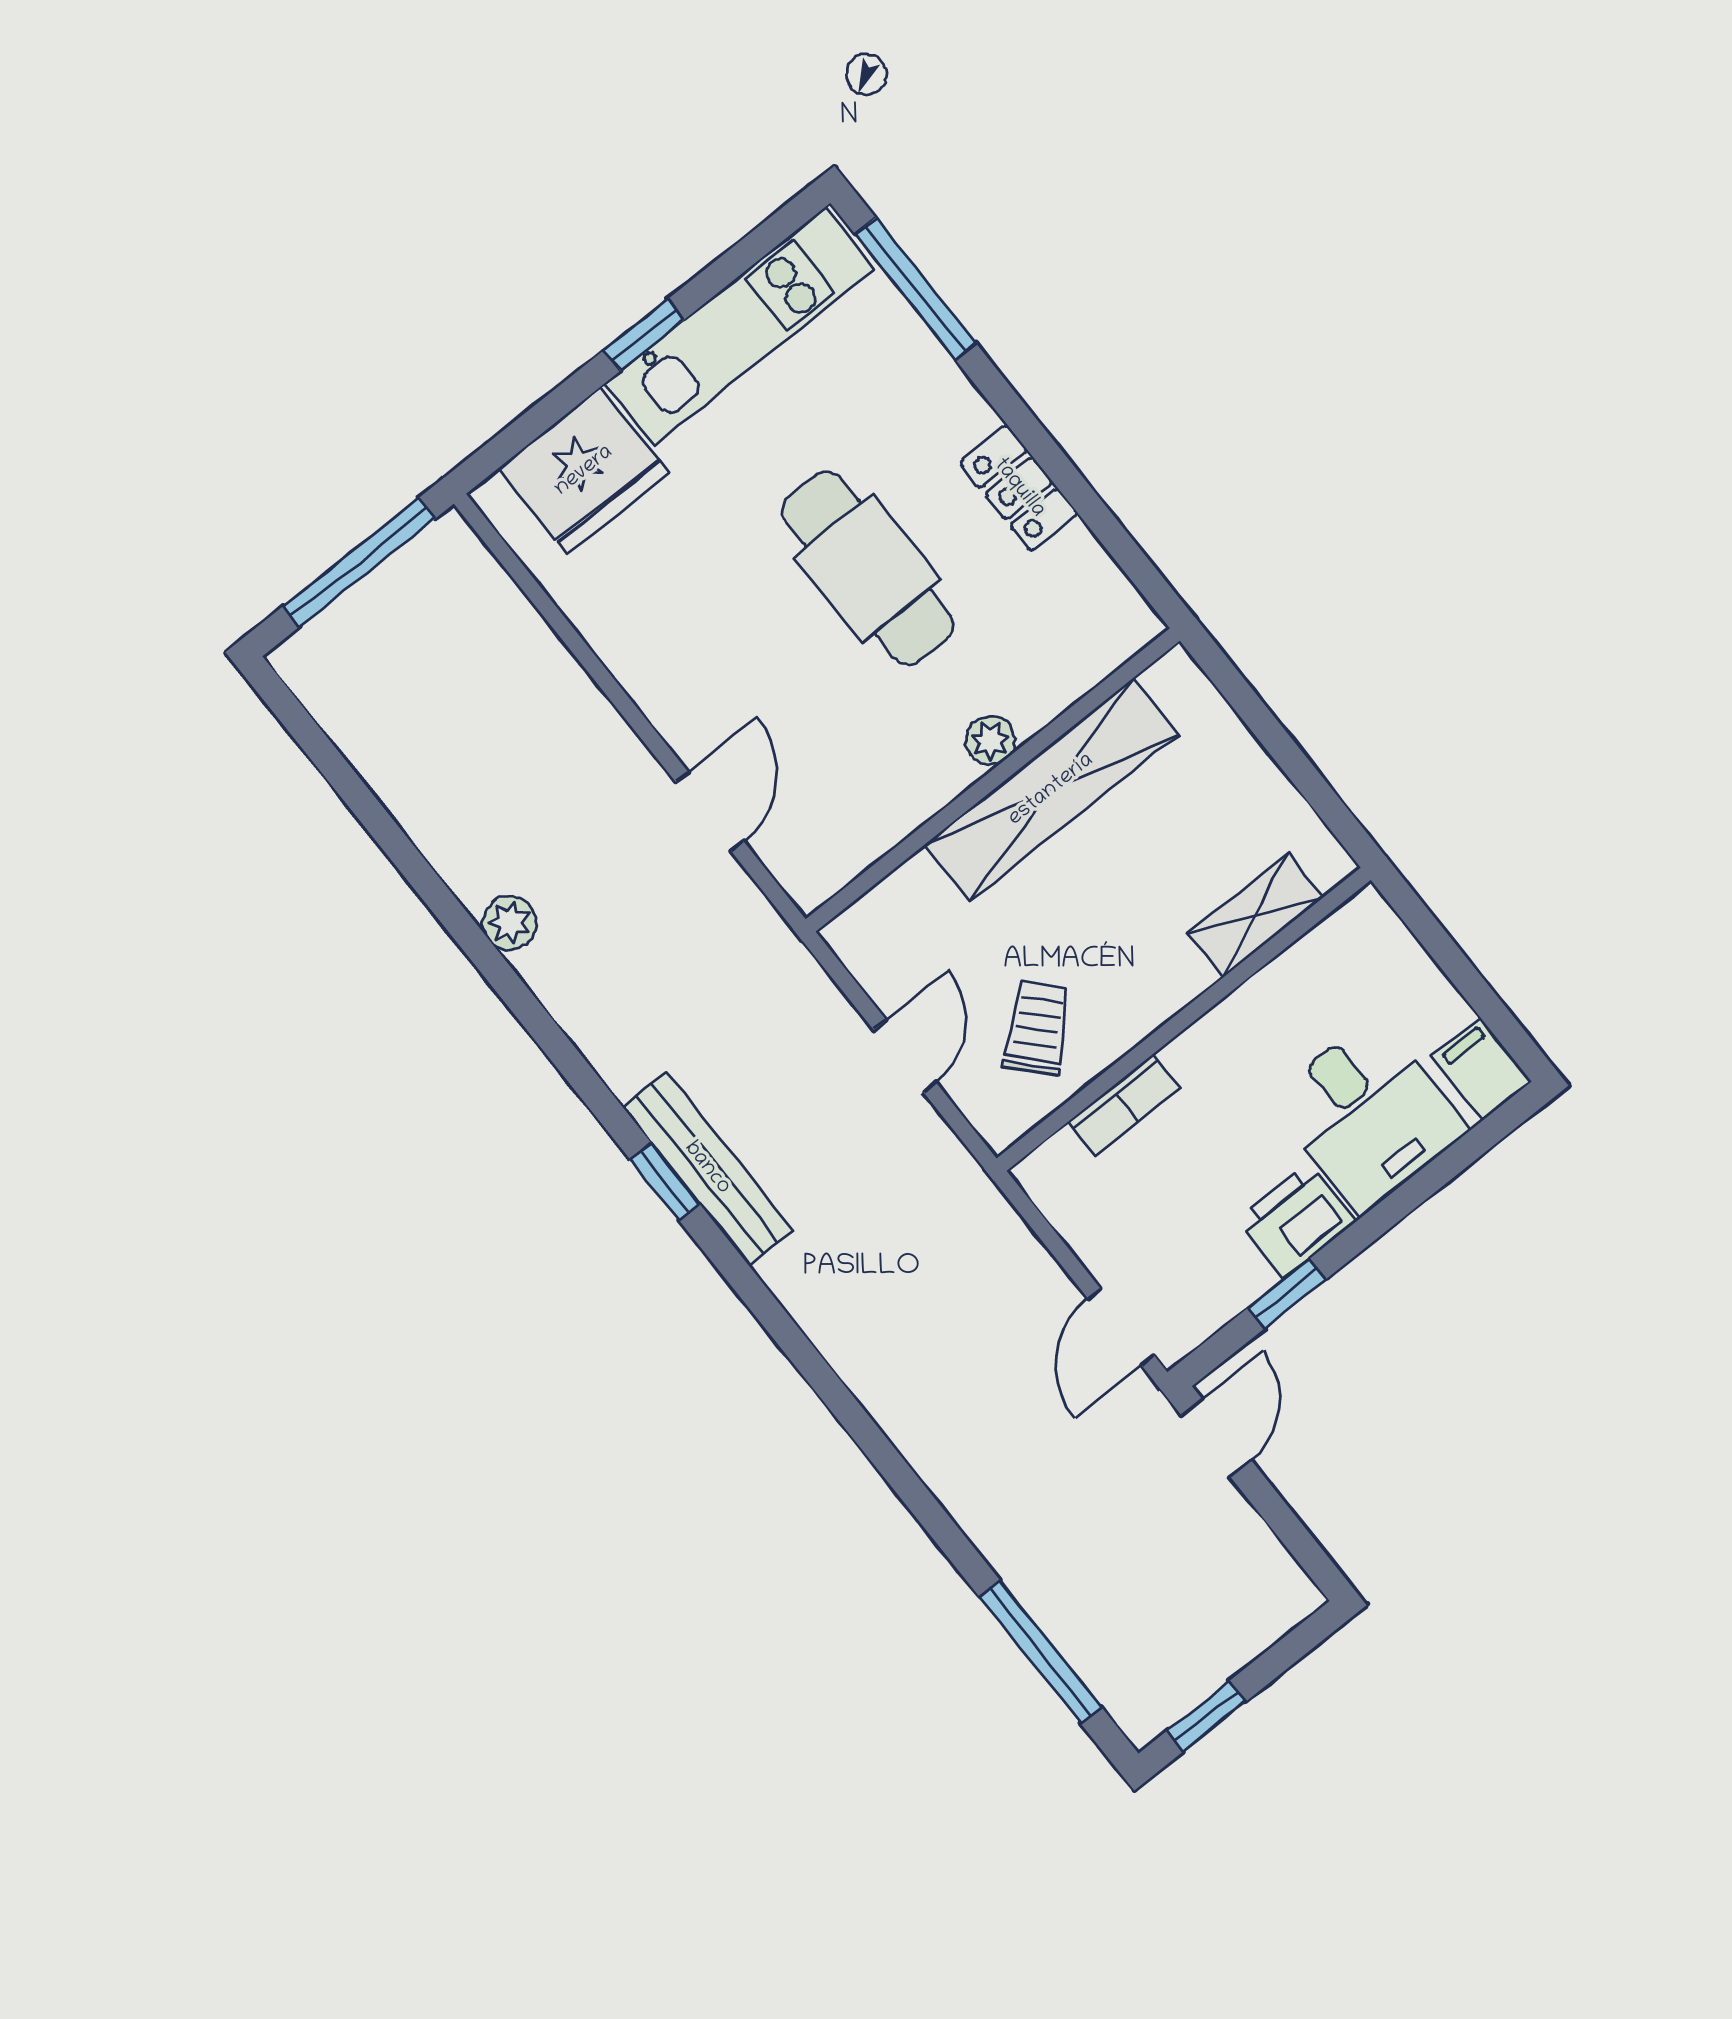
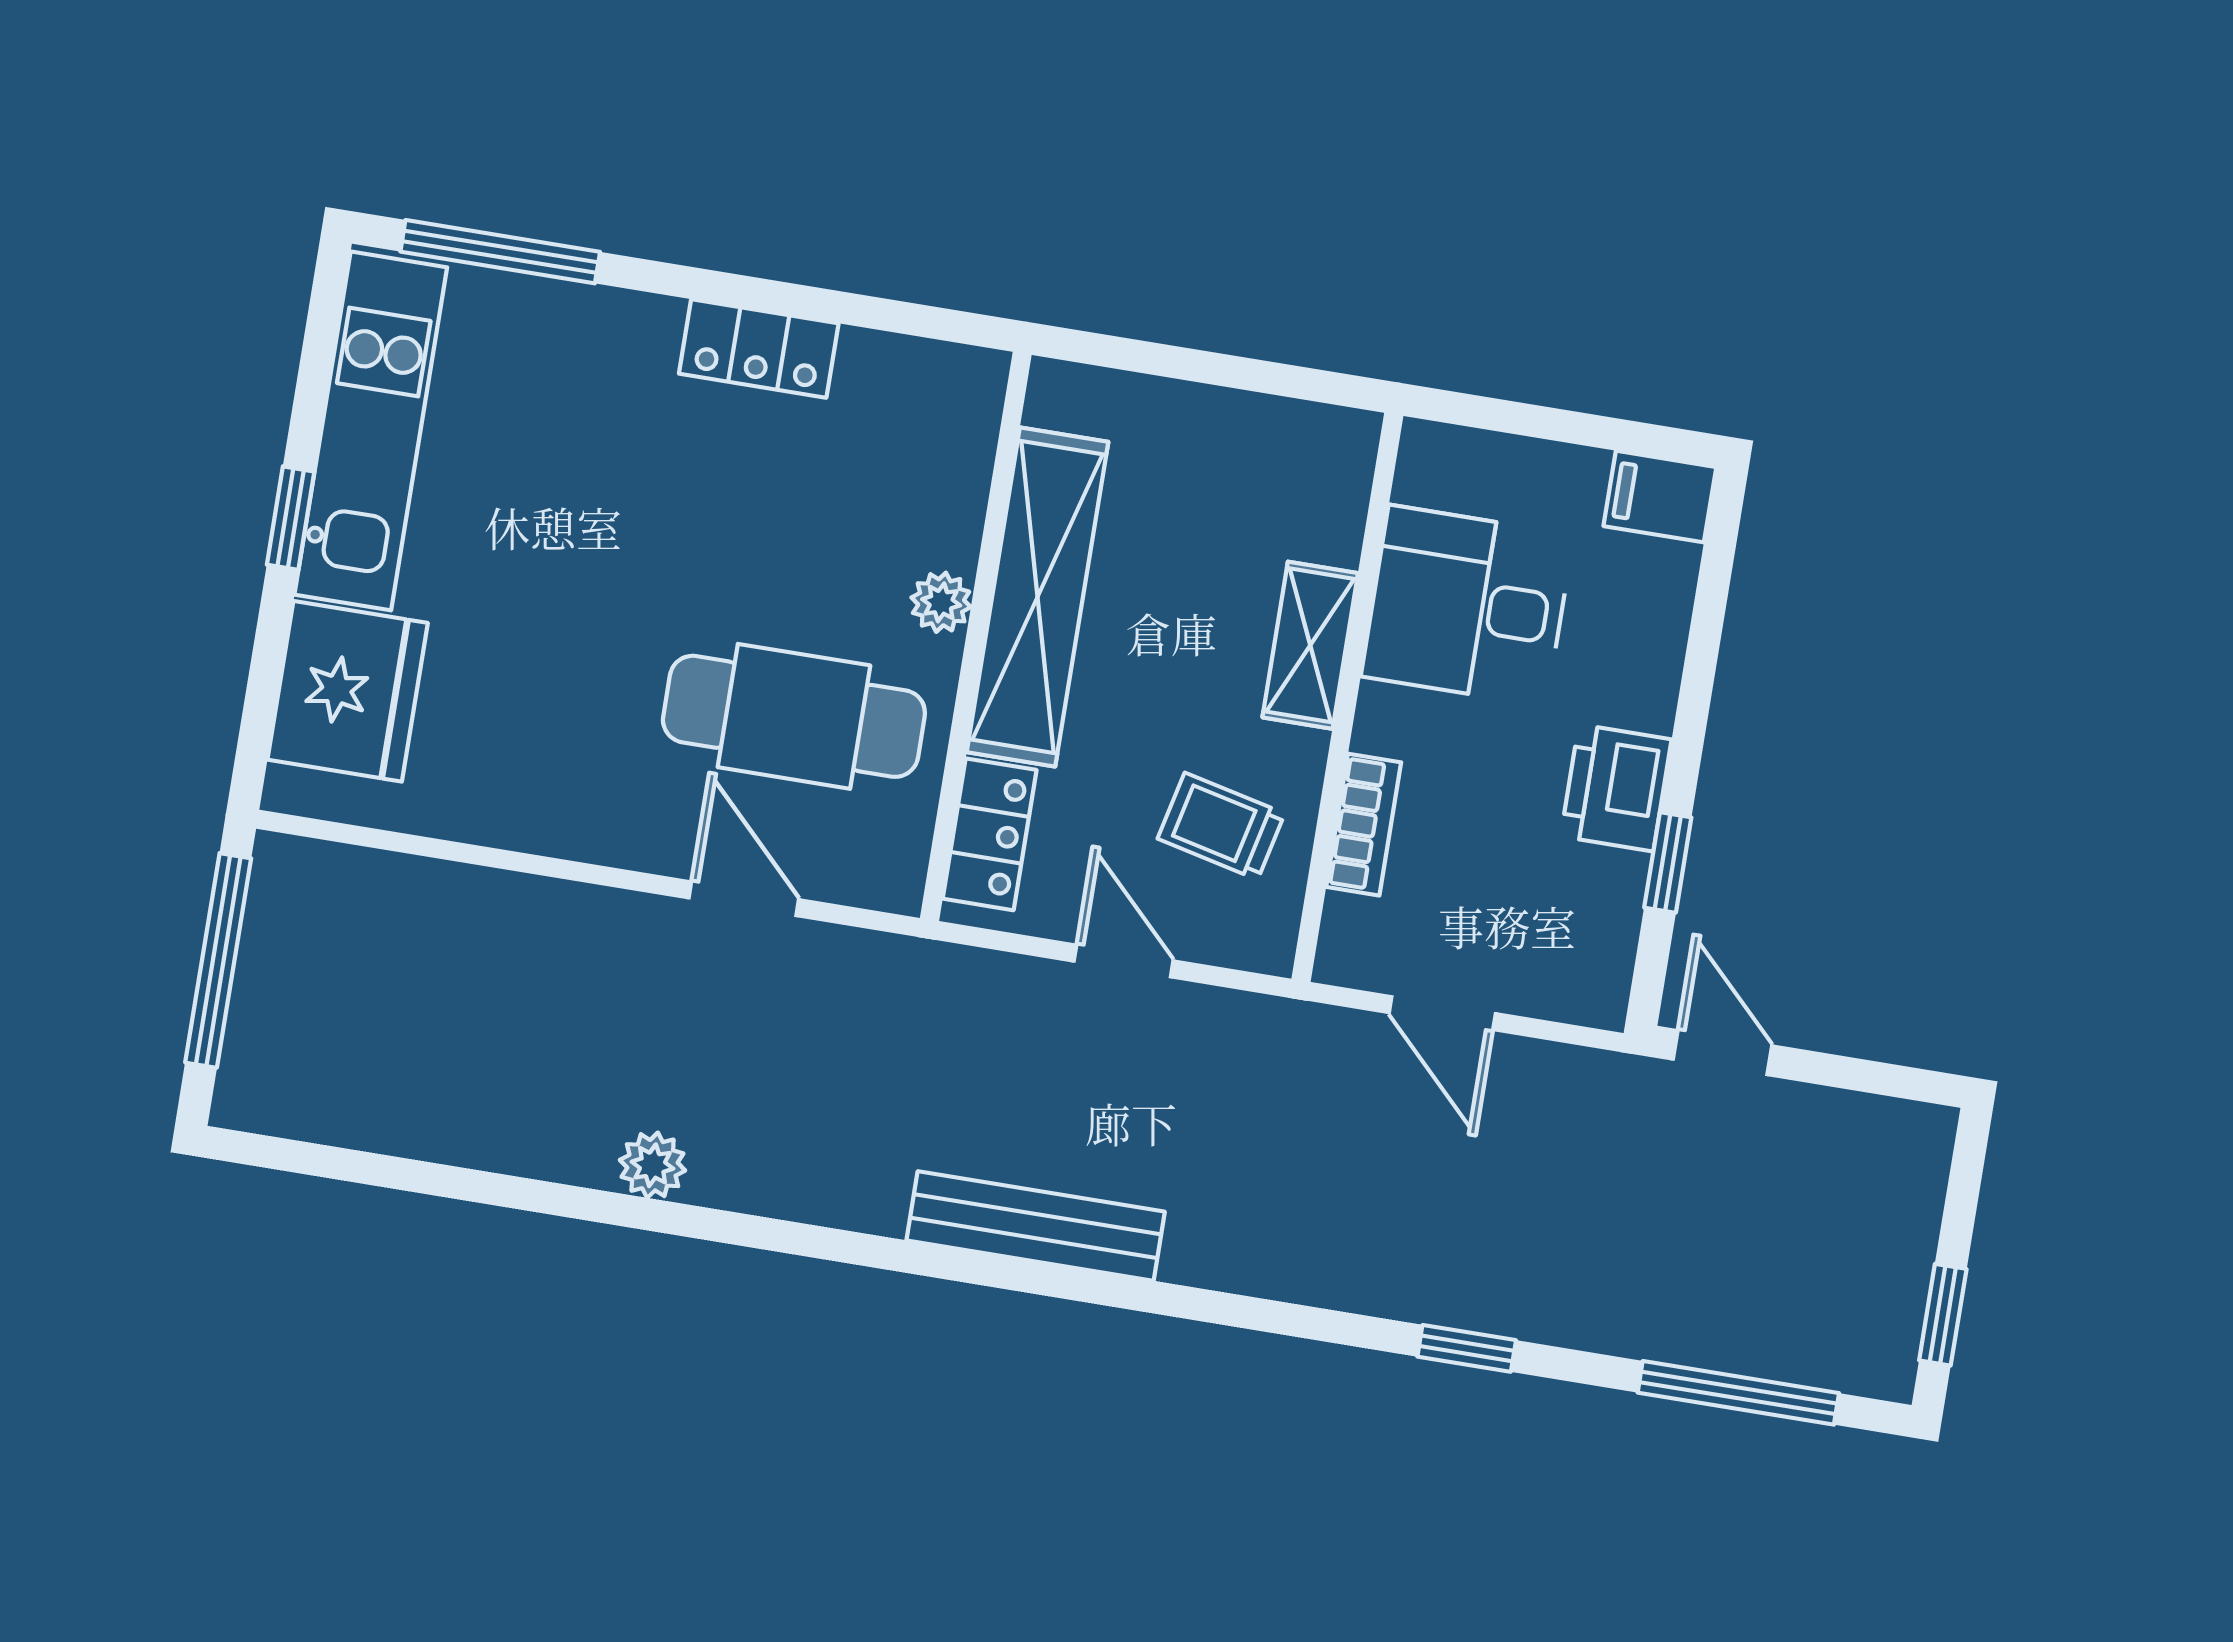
cafe table: (867, 568) -> (794, 716), moved
locker: (893, 907) -> (990, 834), added
shelving: (1256, 915) -> (1310, 645), moved
trolley: (1037, 1028) -> (1221, 826), turned -35
desk: (1368, 1114) -> (1467, 606), moved, turned 180
window: (665, 1182) -> (1467, 1348), moved
door: (1121, 1327) -> (1442, 1013), moved

